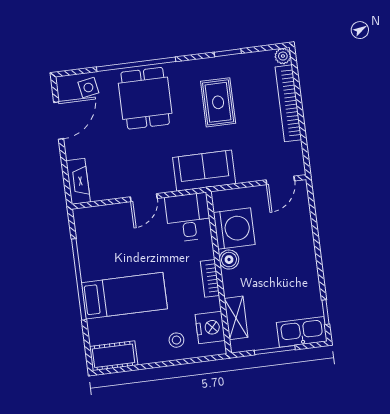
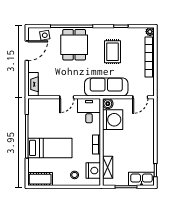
sofa: (204, 171) -> (106, 87), width x1.36
boiler: (229, 260) -> (108, 104), moved

